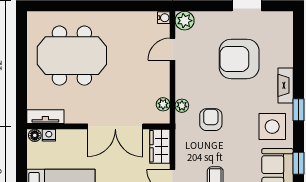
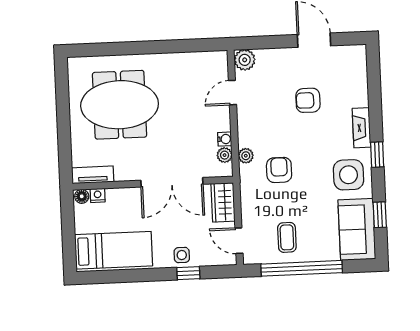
water cooler: (164, 18) -> (225, 139), moved
armchair: (239, 59) -> (308, 100), width x0.53, depth x0.53

